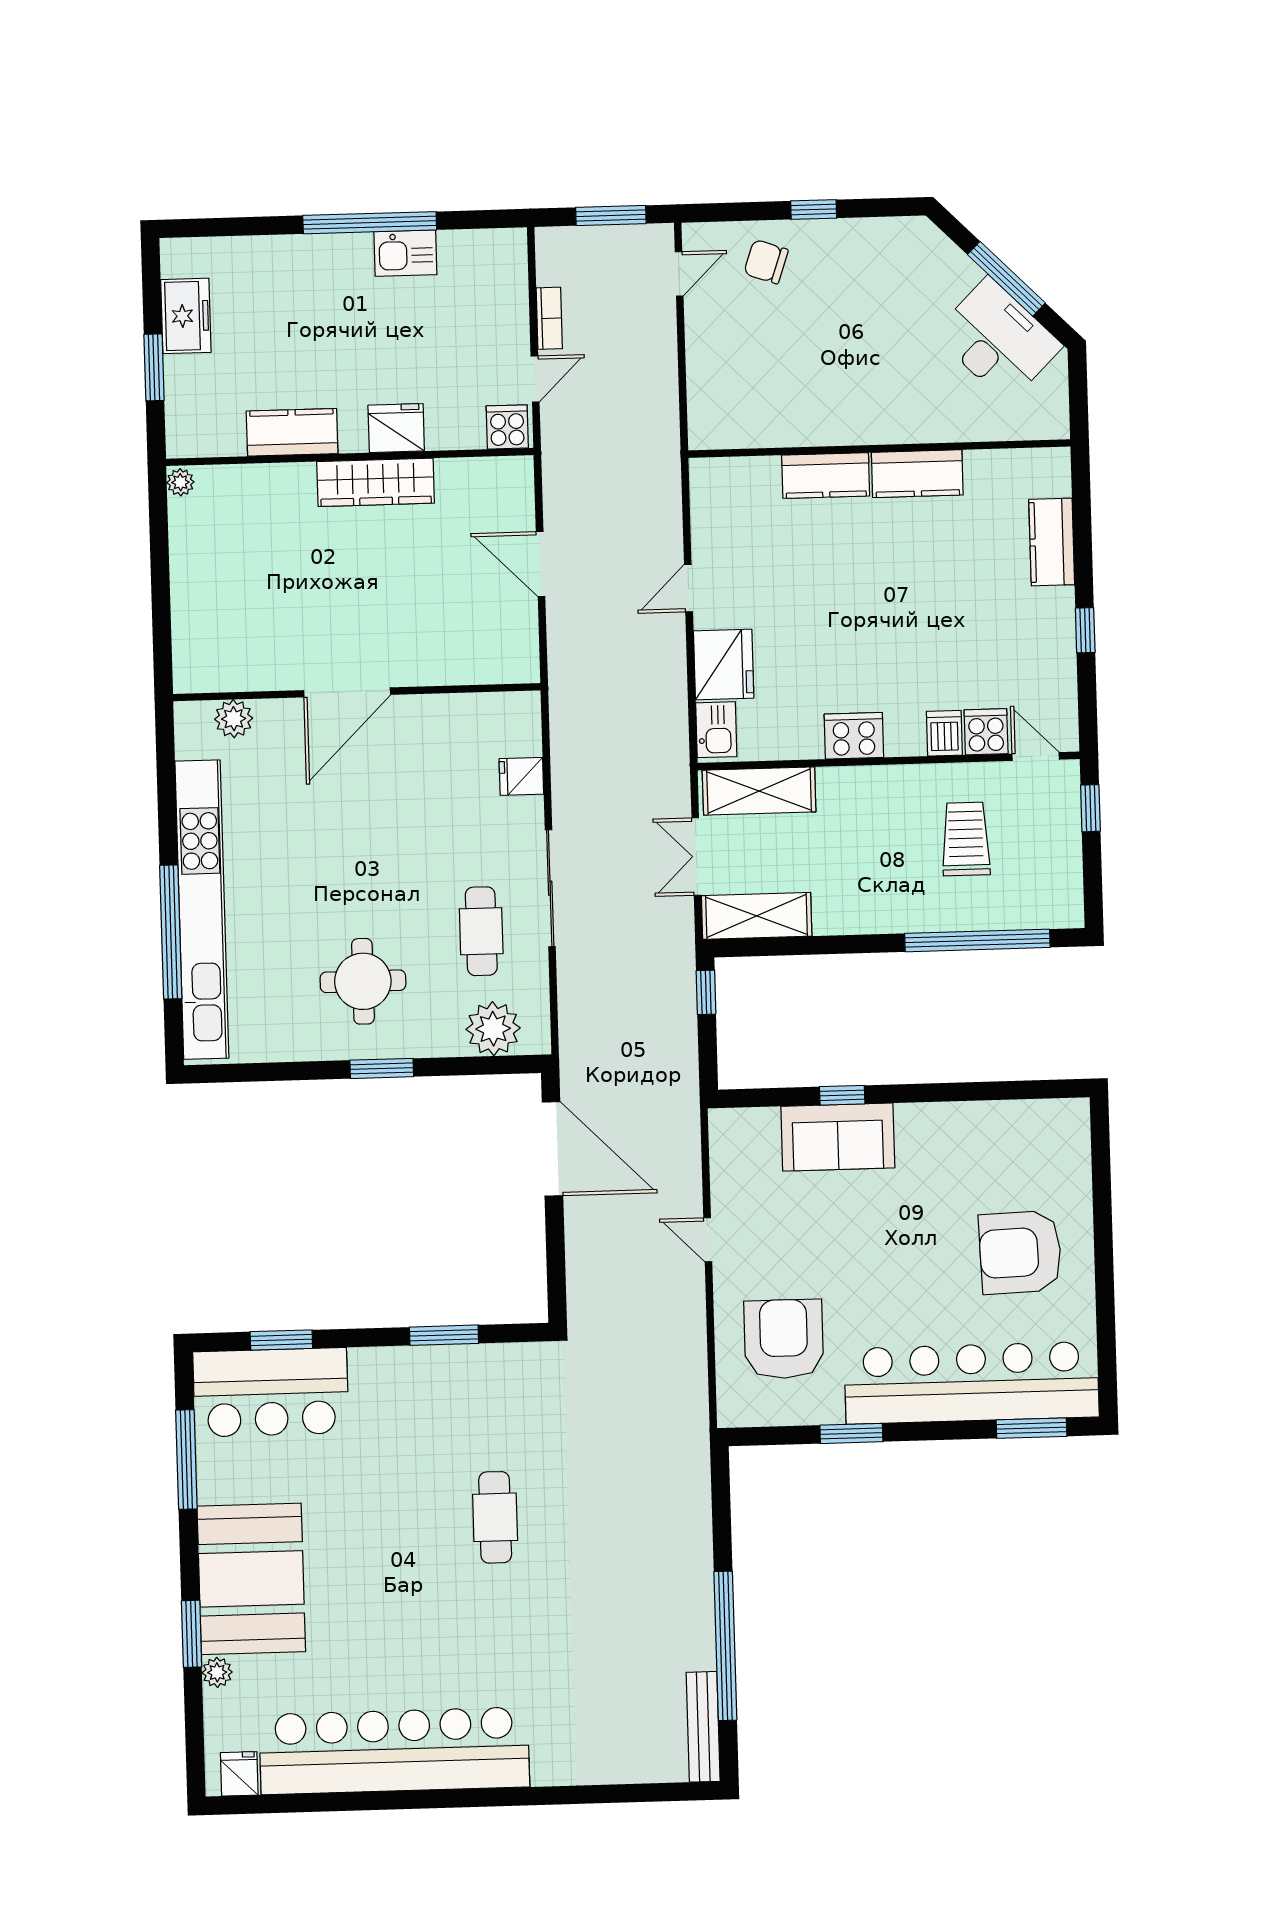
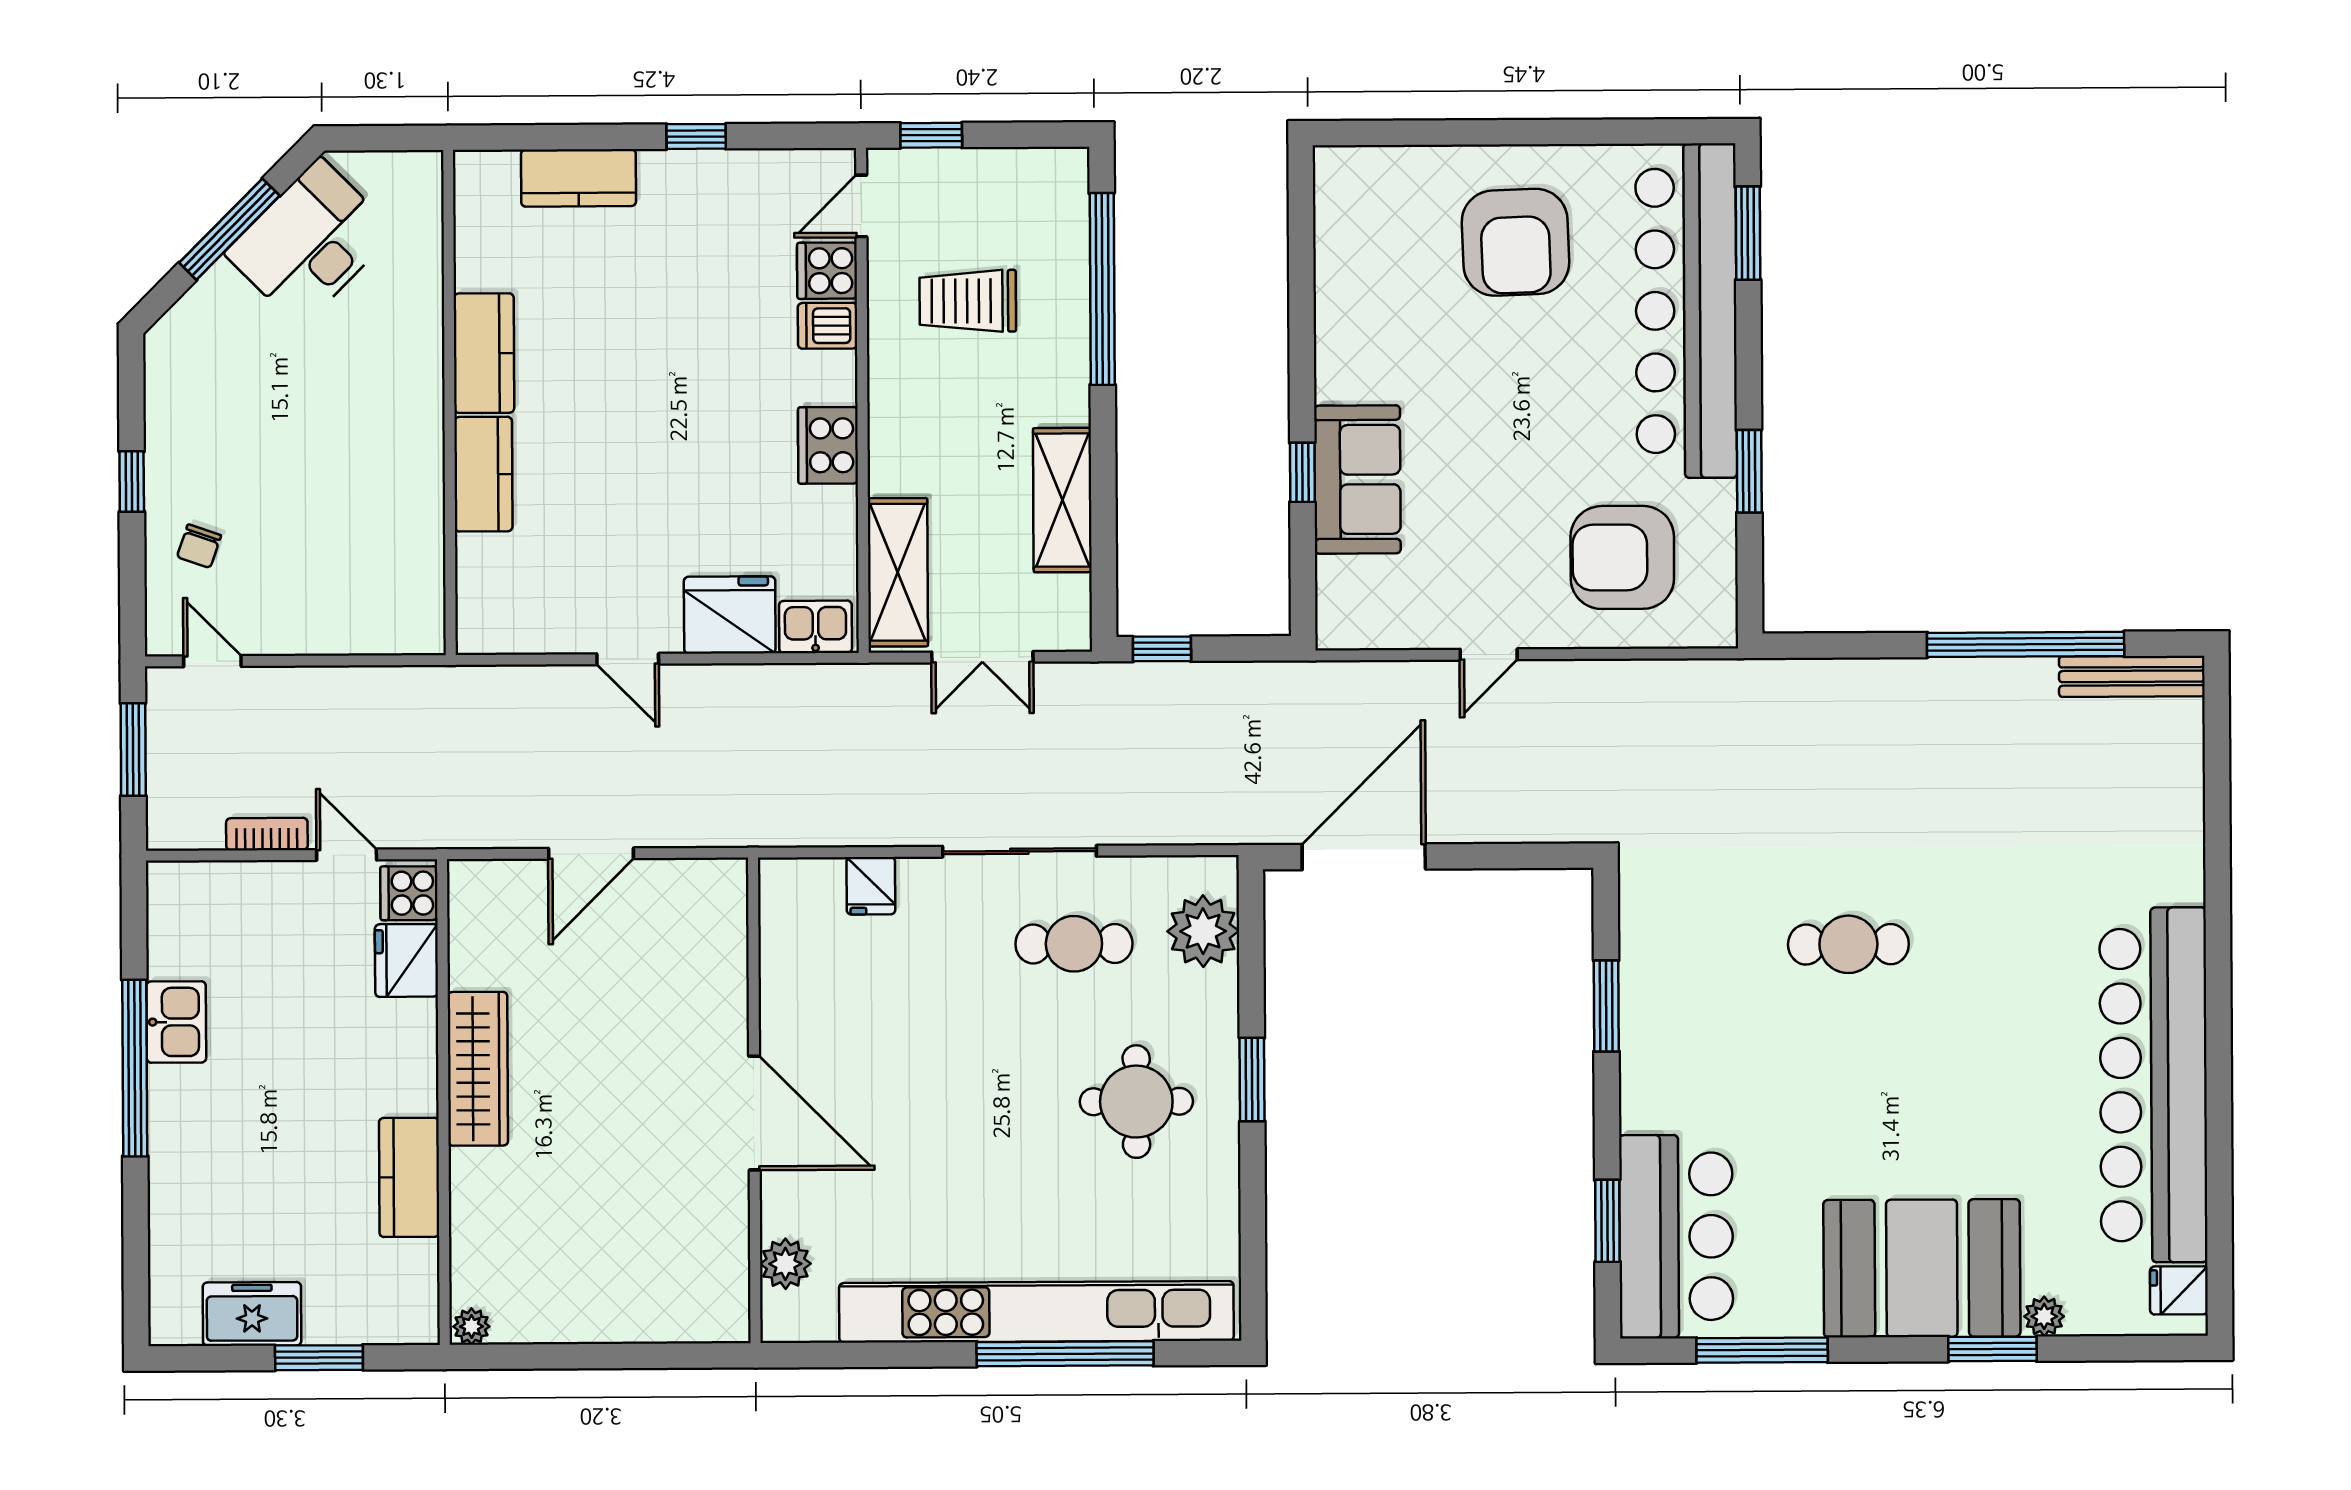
chair: (766, 262) -> (199, 546), width x0.73, depth x0.73
fridge: (396, 428) -> (406, 960), moved
shelving: (757, 916) -> (1062, 500), moved

